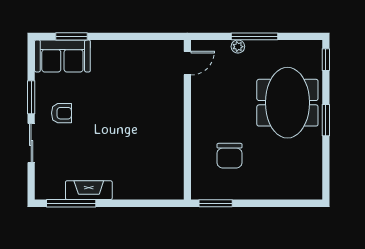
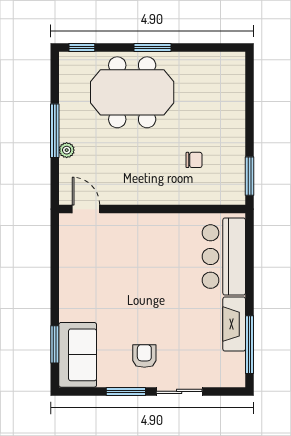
chair: (229, 156) -> (194, 160), width x0.54, depth x0.54
bar counter: (147, 181) -> (224, 257), added

